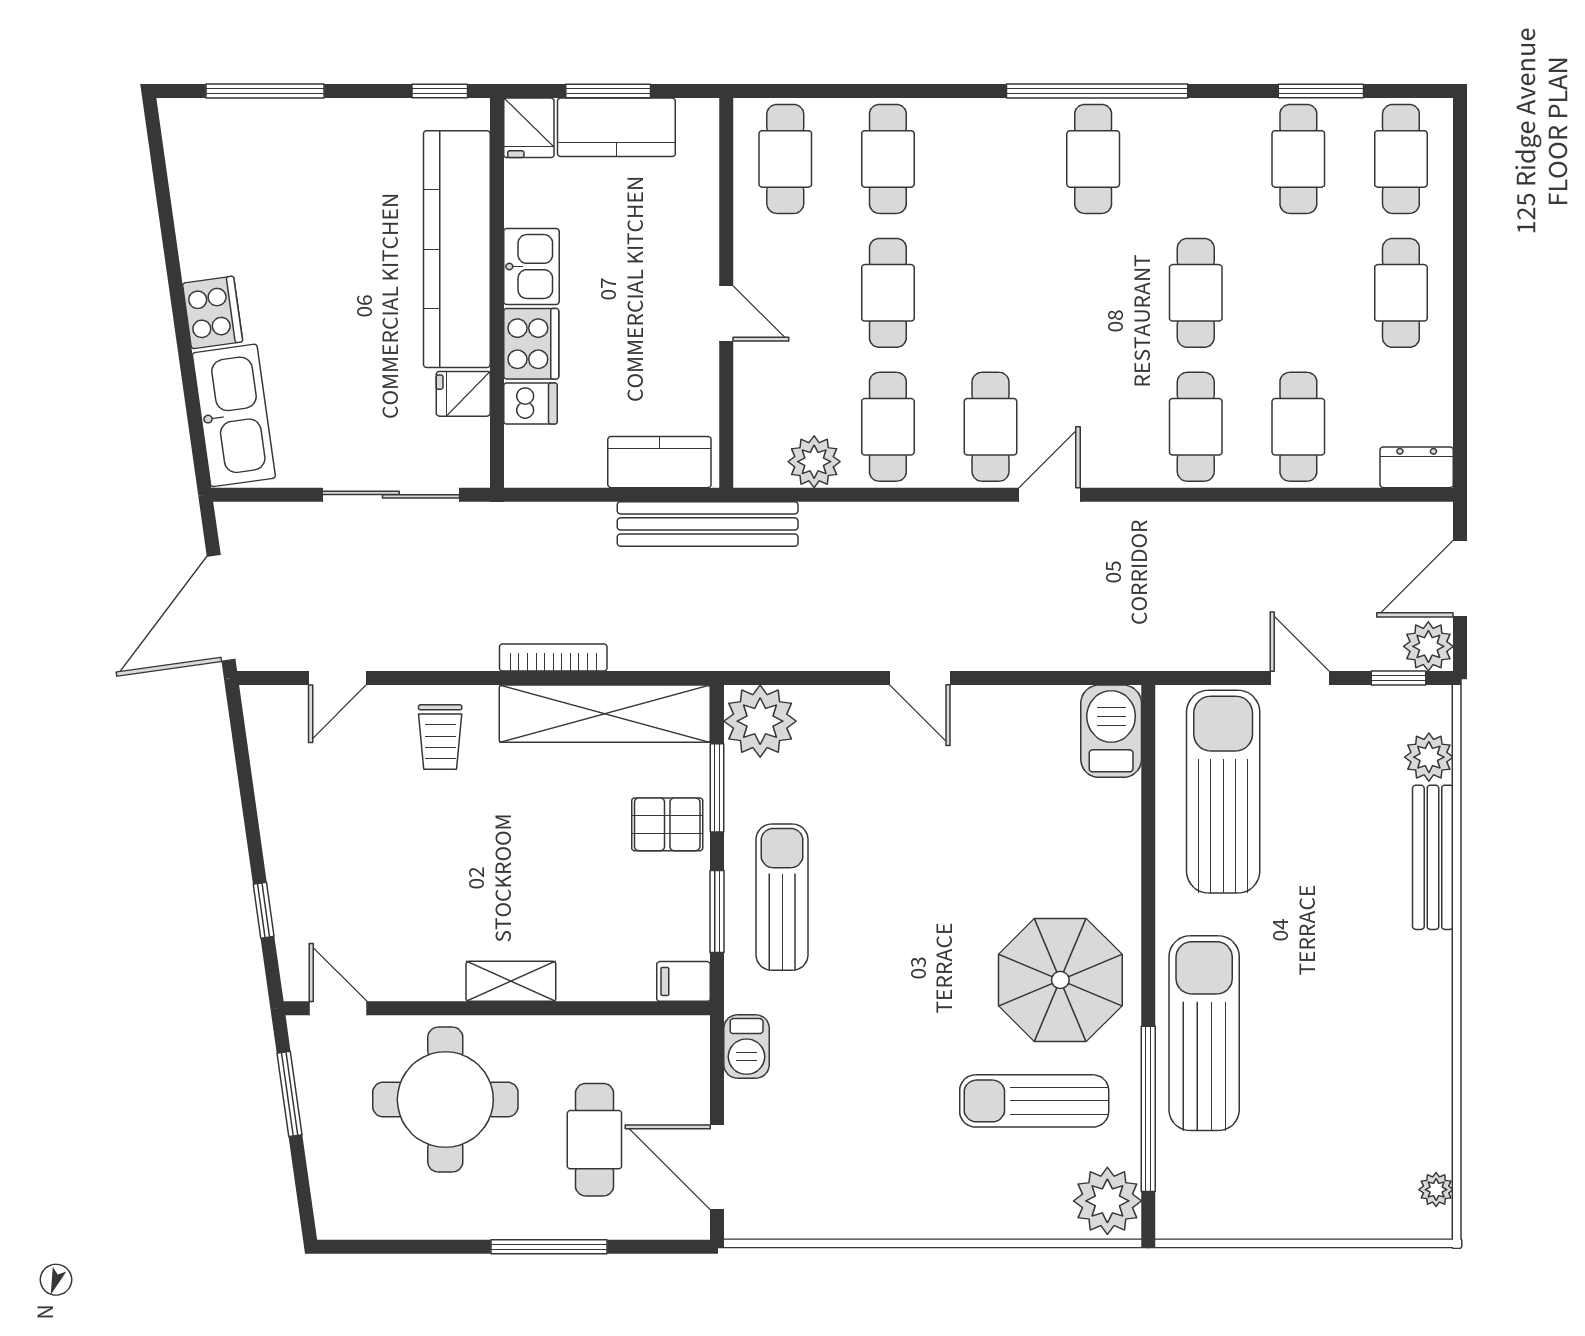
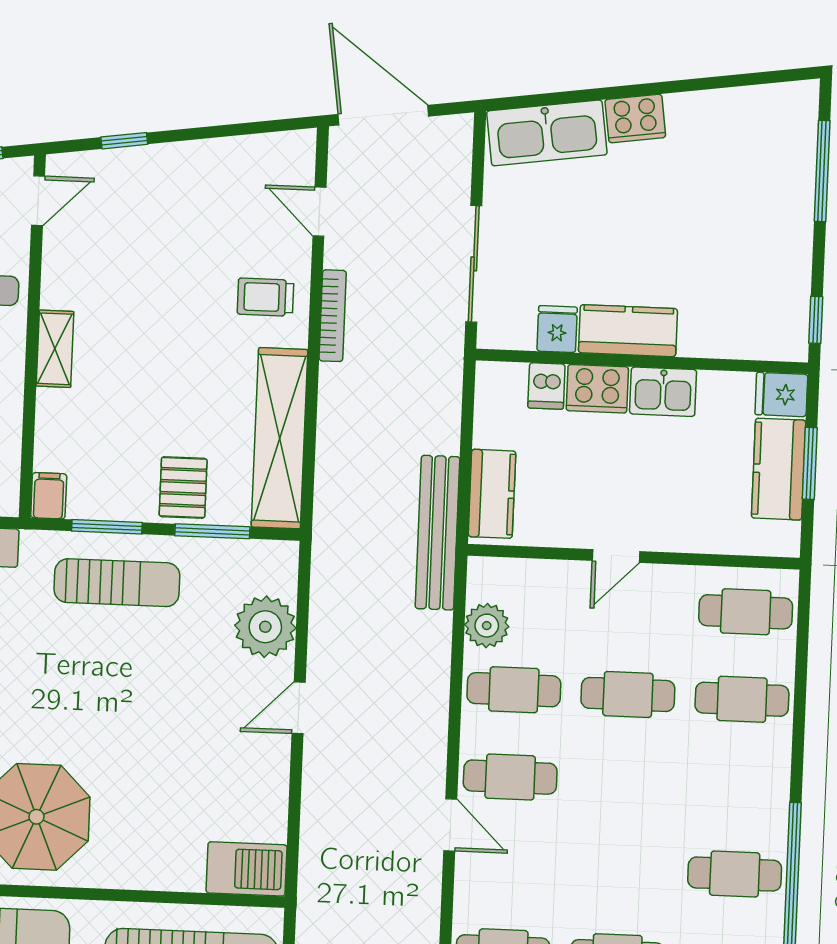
kitchen counter: (457, 249) -> (628, 331), width x0.48, depth x0.86
bookcase: (553, 658) -> (333, 316), moved
plant: (760, 721) -> (265, 627), moved

